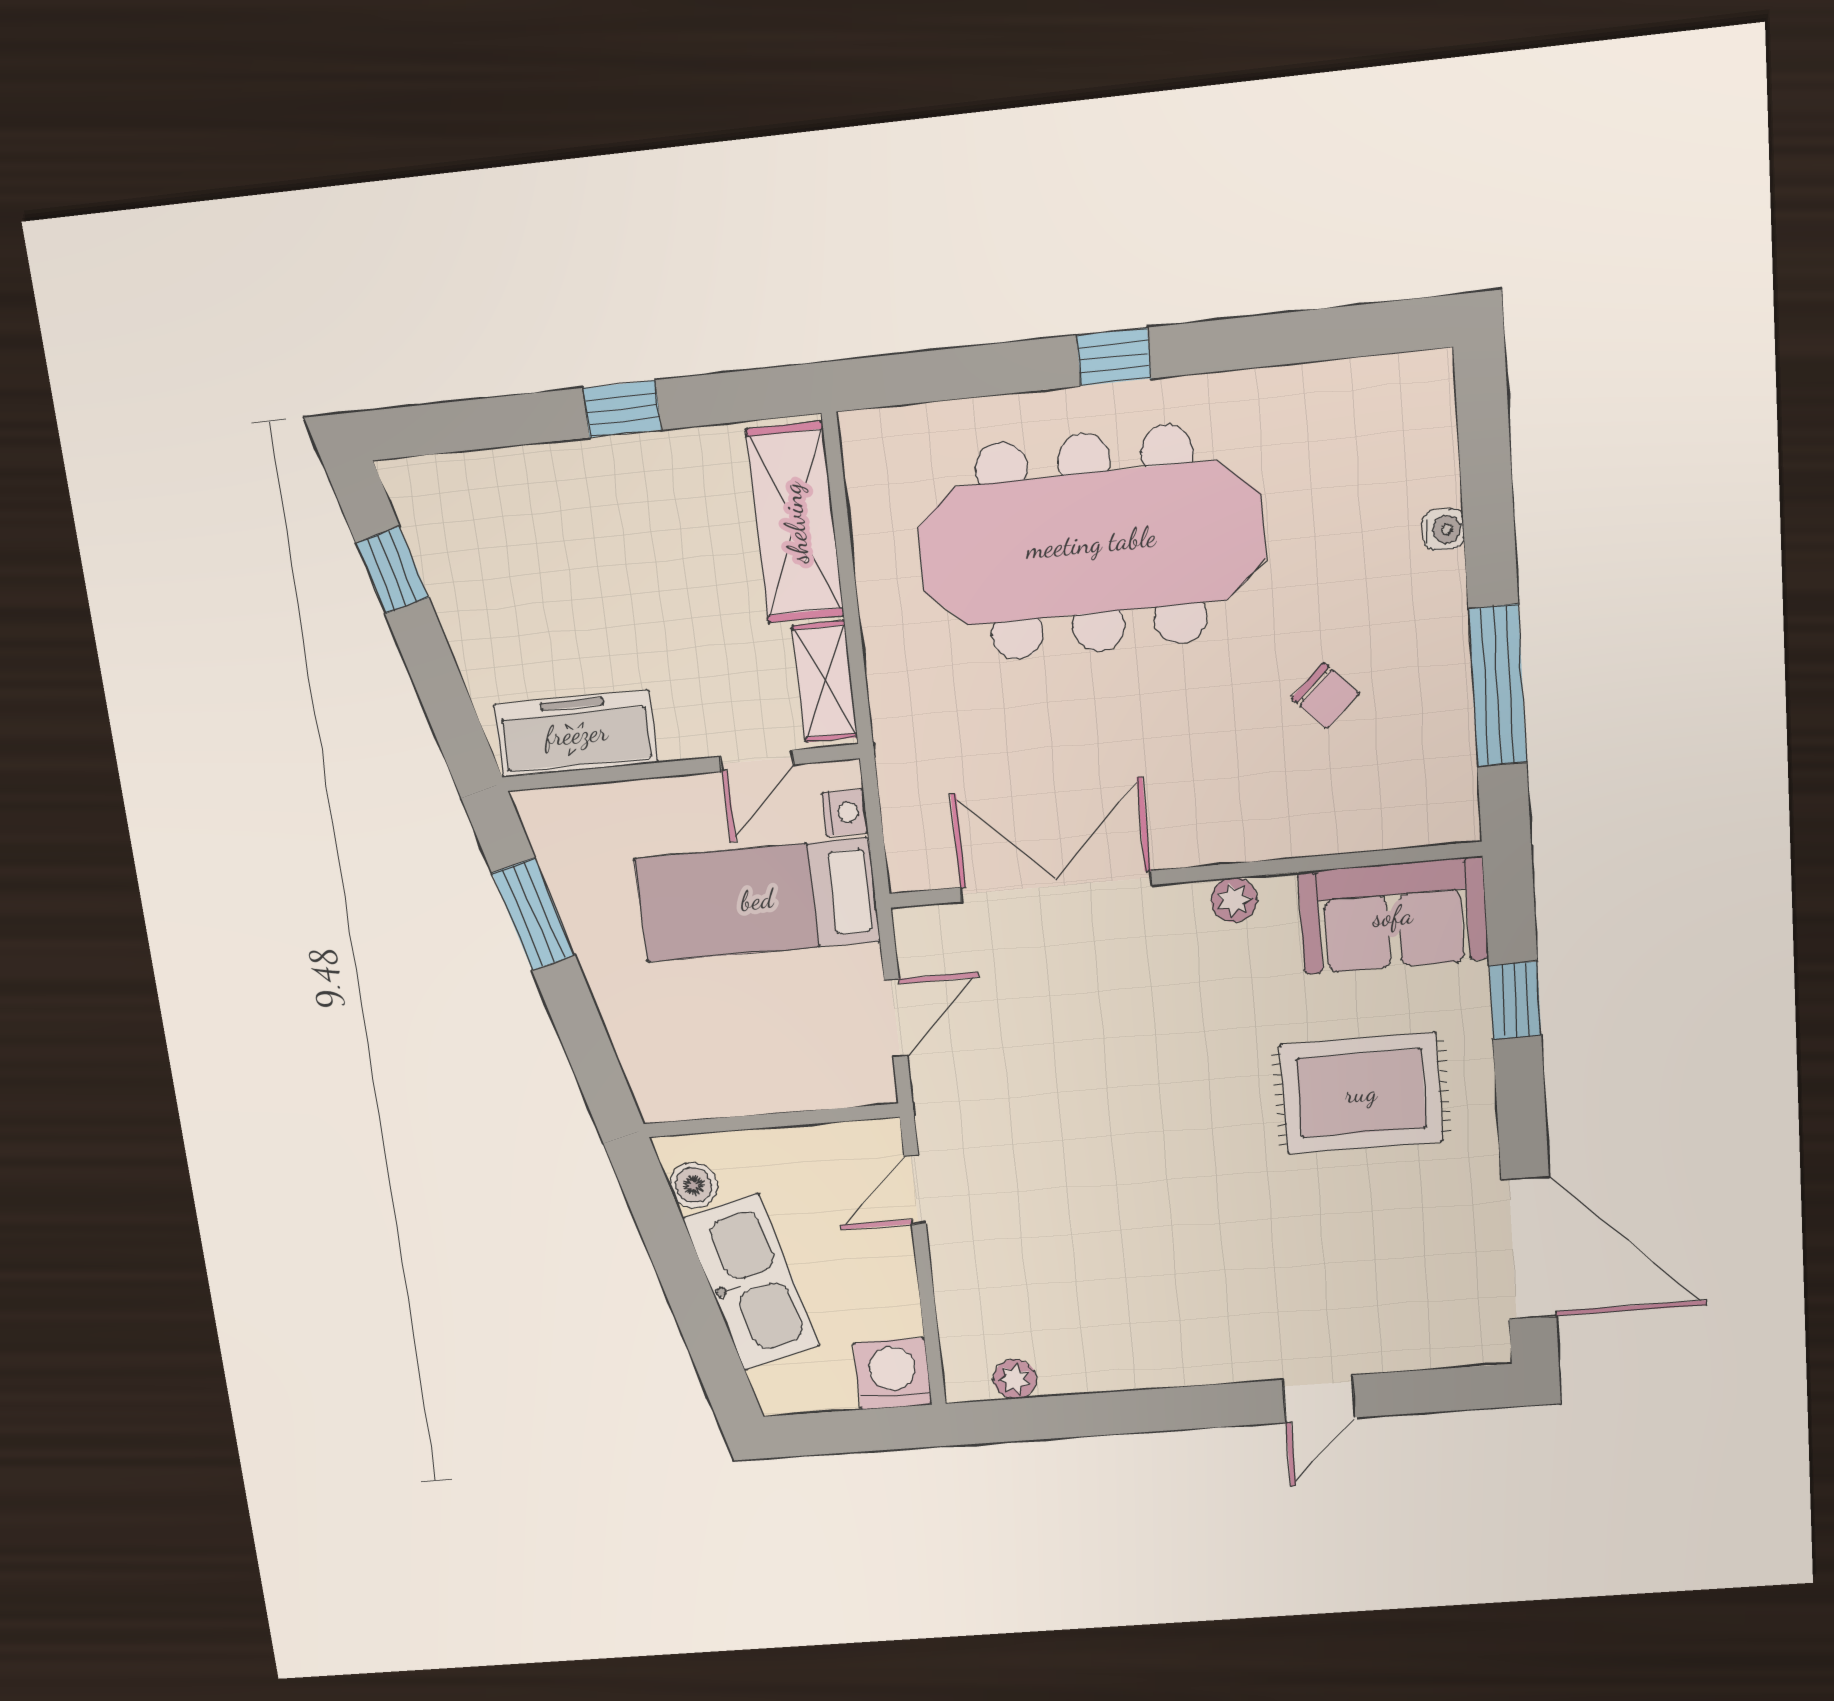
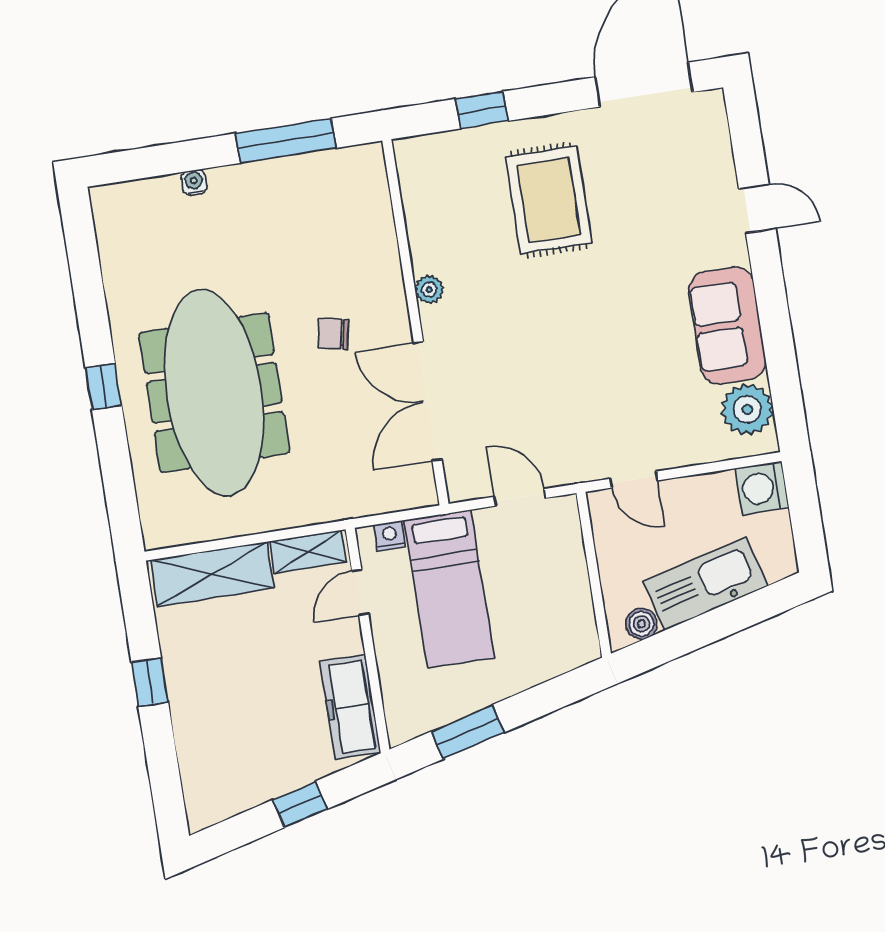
window: (392, 570) -> (300, 804), moved
chair: (1325, 696) -> (333, 334), moved, turned -125
door: (757, 761) -> (360, 592), swing flipped
sofa: (1393, 916) -> (727, 325), moved, turned 180
plant: (1015, 1379) -> (747, 409), width x1.87, depth x1.87

